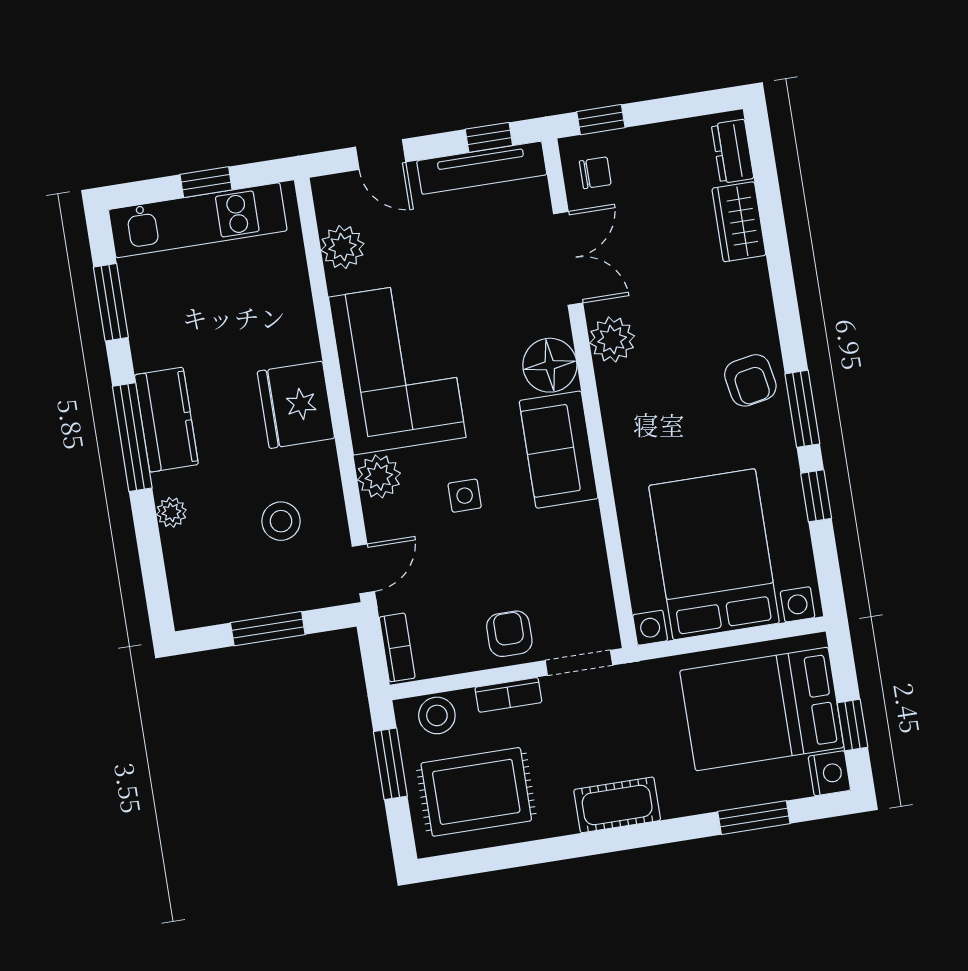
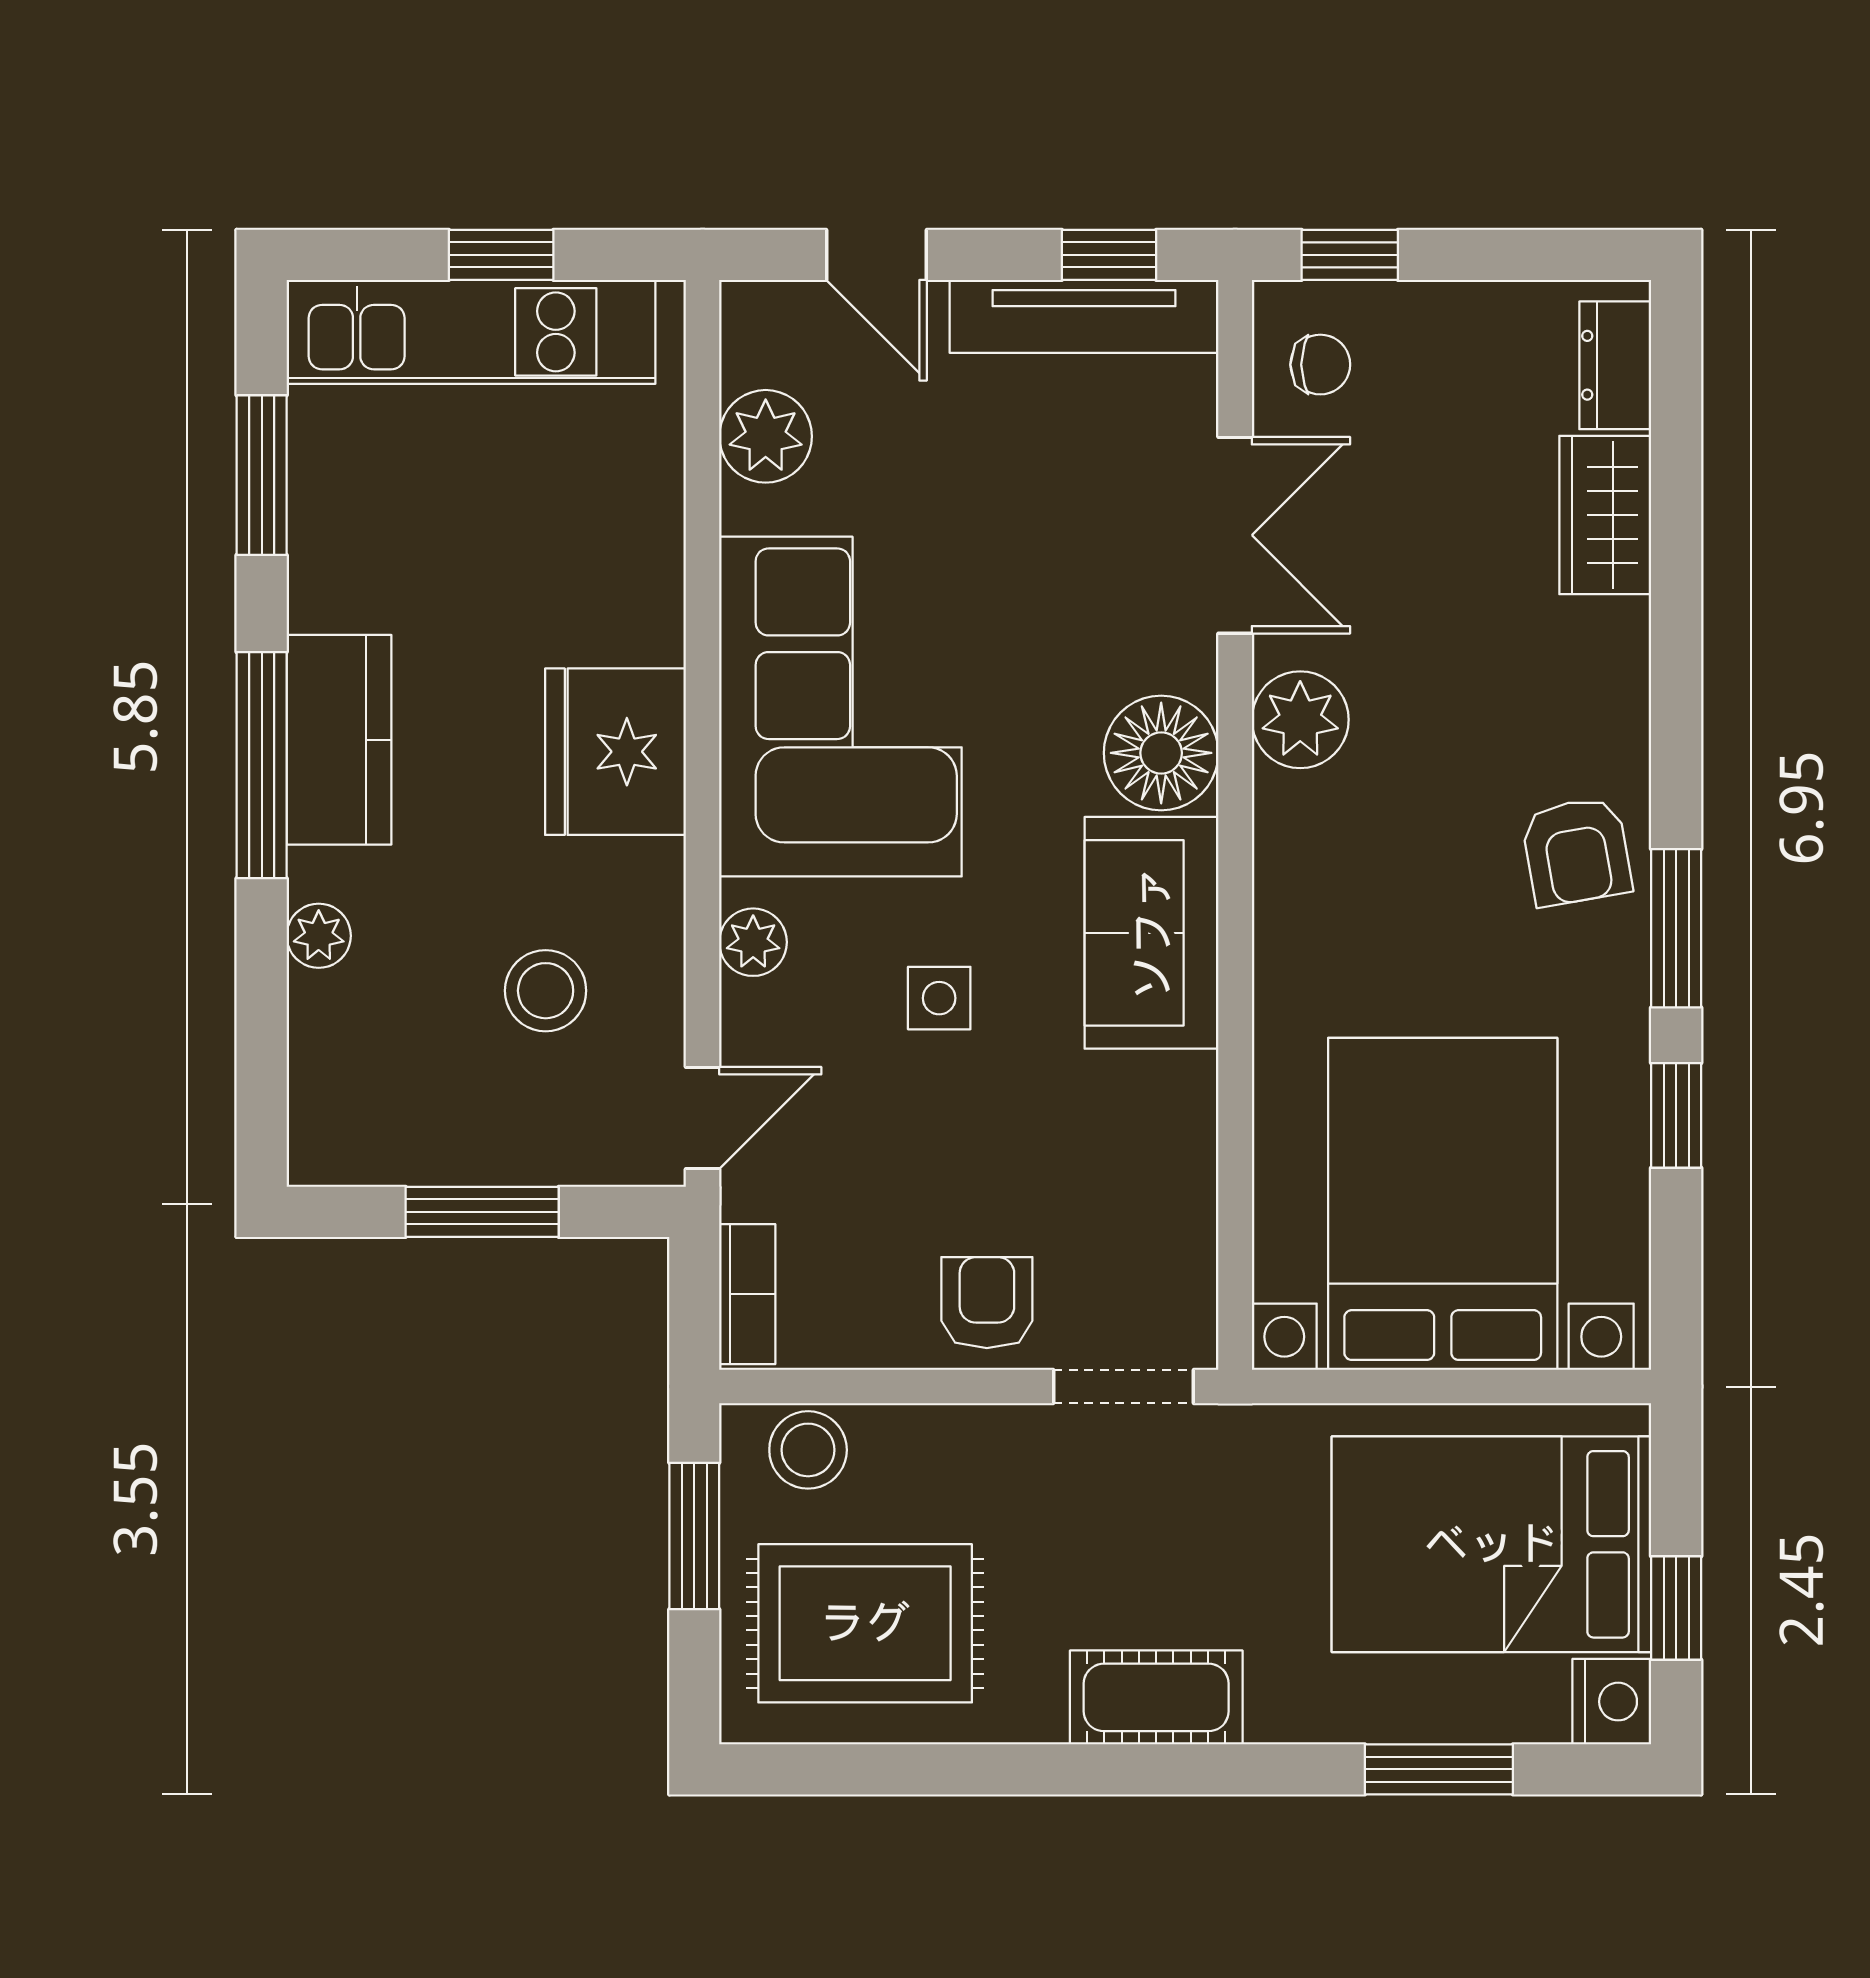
plant: (379, 476) -> (753, 942), width x0.73, depth x0.73
bookcase: (508, 695) -> (965, 1430), removed

